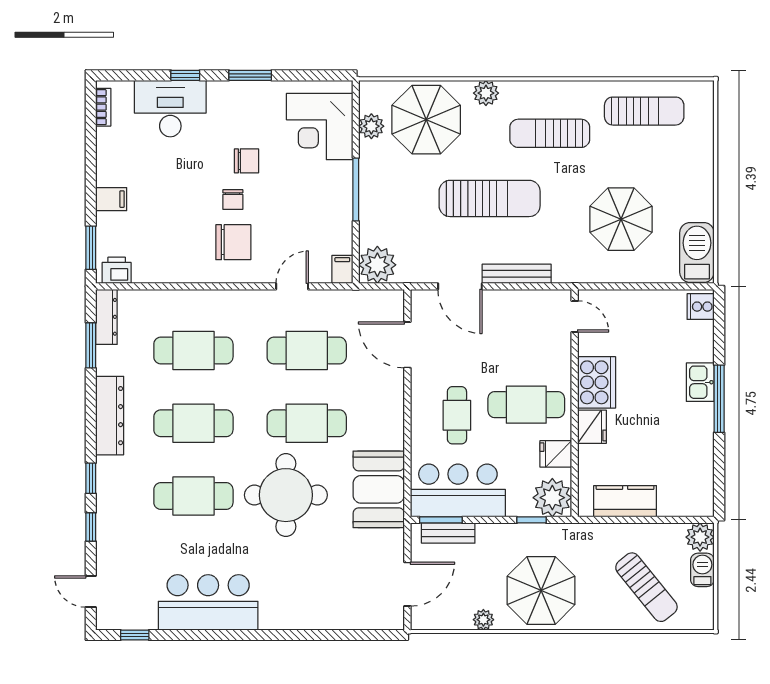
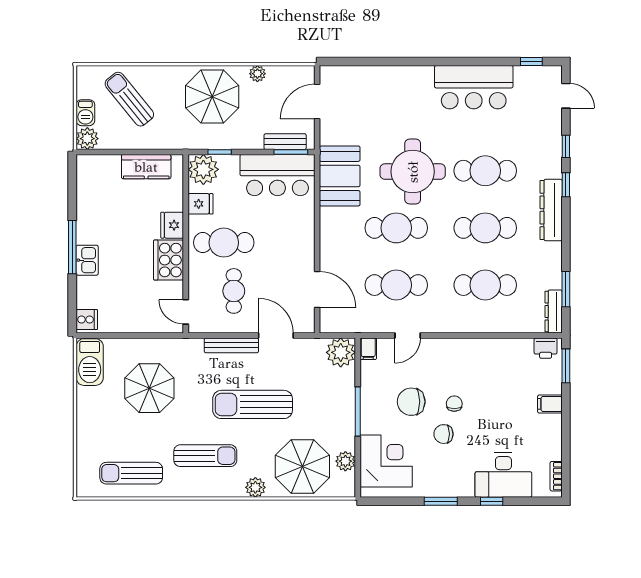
chair: (233, 242) -> (411, 402), moved
cafe table: (457, 415) -> (234, 291), moved
dresser: (110, 416) -> (551, 210), moved

